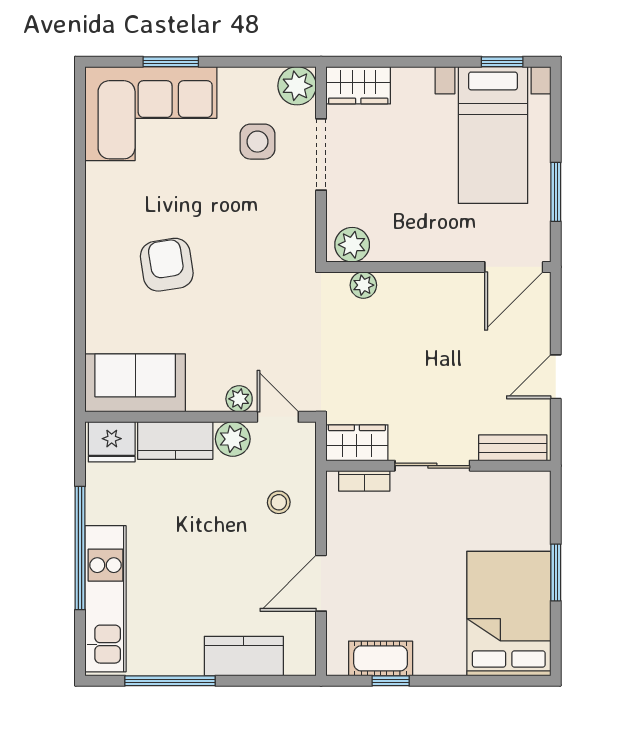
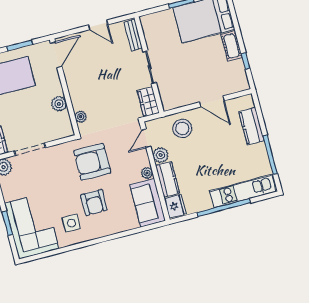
side table: (257, 142) -> (71, 223), moved
plant: (352, 245) -> (59, 104), moved
armchair: (167, 265) -> (94, 202), turned -81
door: (514, 267) -> (56, 55), hinge flipped
armchair: (257, 284) -> (92, 162), added
plant: (239, 399) -> (147, 173), moved
bookcase: (364, 481) -> (164, 95), removed
stool: (279, 502) -> (182, 128), width x1.89, depth x1.89
cot: (381, 658) -> (231, 46), moved

